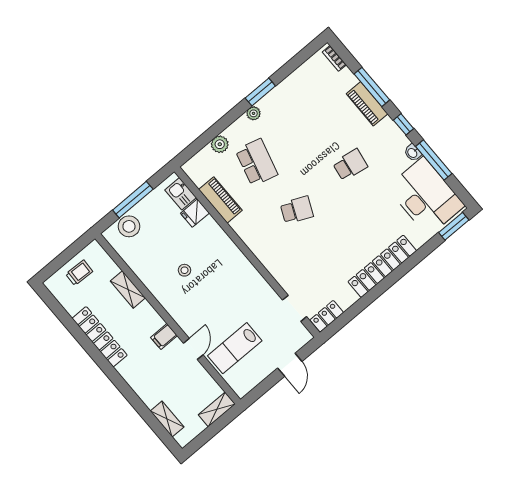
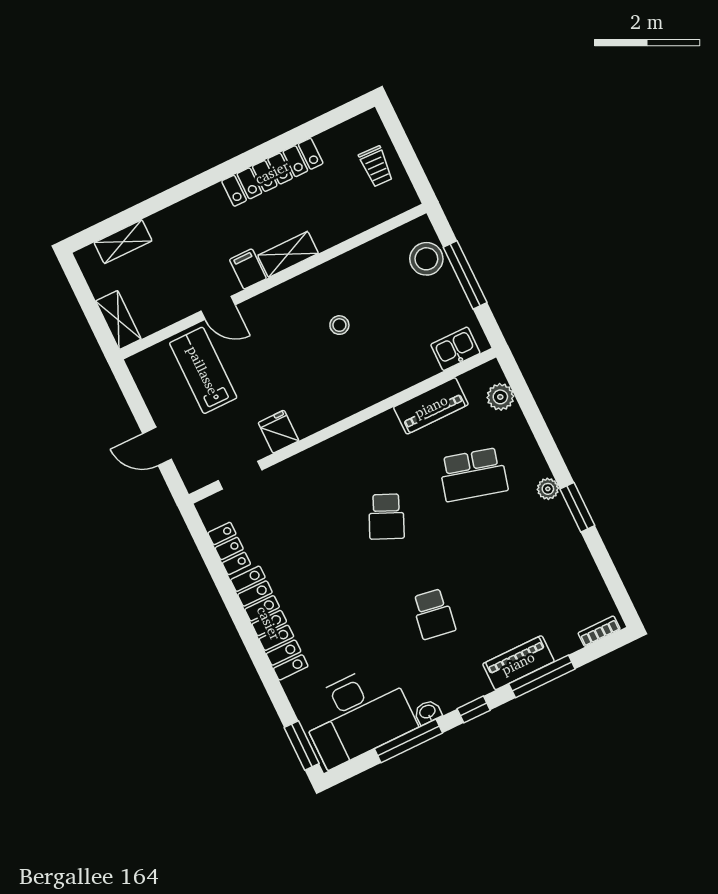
plant: (220, 144) -> (500, 397), moved
fridge: (195, 213) -> (278, 432), moved
shelving: (128, 289) -> (288, 254), moved
locker: (327, 316) -> (229, 548), moved

